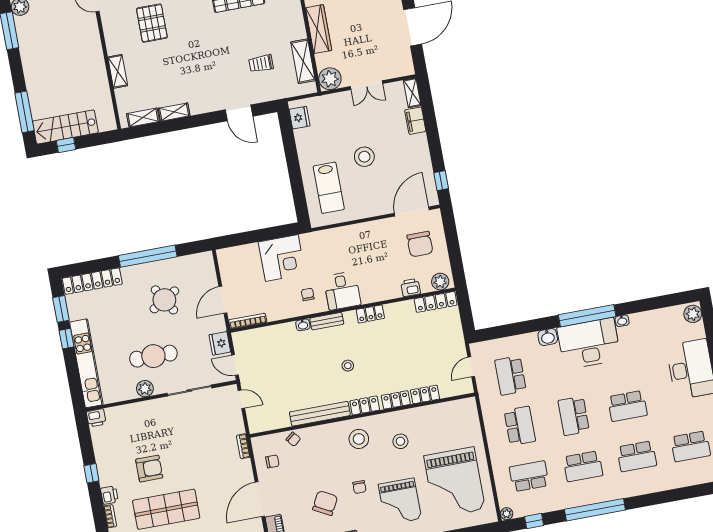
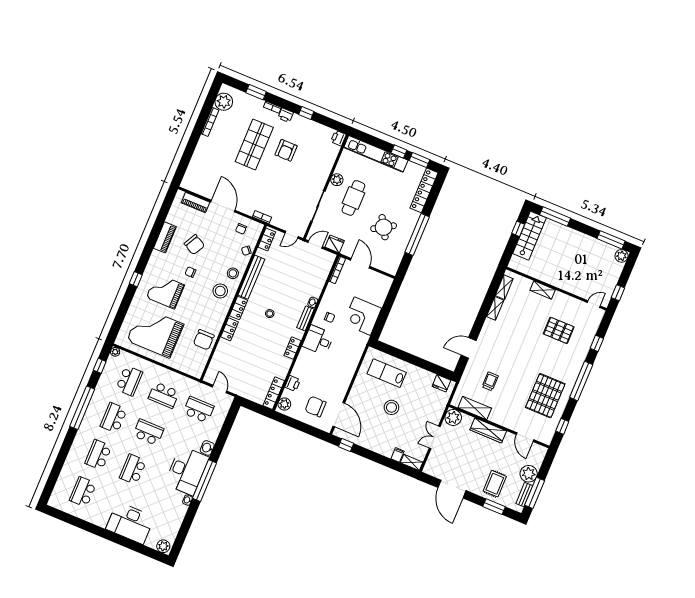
filing cabinet: (415, 121) -> (397, 455), width x0.50
locker: (425, 394) -> (267, 240), moved
chair: (427, 422) -> (204, 340), added
stool: (400, 441) -> (233, 273), moved

